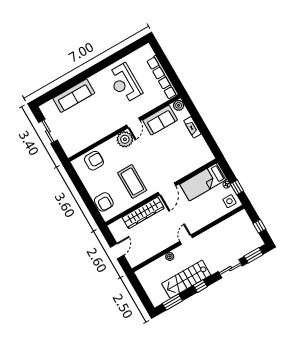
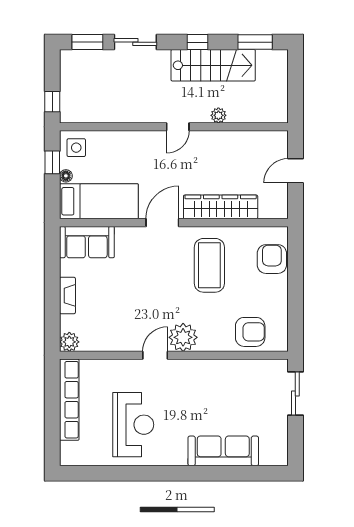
sofa: (160, 120) -> (87, 242), moved, turned 180
sliding door: (48, 131) -> (295, 394), moved
armchair: (94, 161) -> (250, 332), turned 180
window: (259, 226) -> (52, 102), moved

